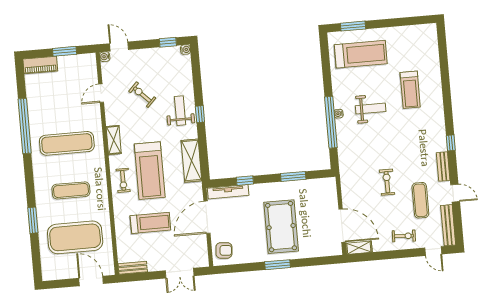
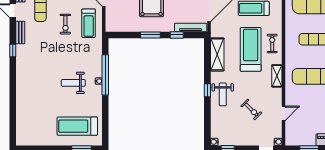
treadmill: (410, 90) -> (89, 23), moved, turned 180
window: (293, 176) -> (150, 35), moved

